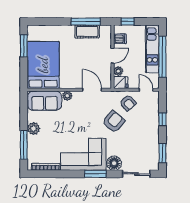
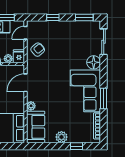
armchair: (114, 122) -> (55, 63), removed
window: (24, 145) -> (77, 146), width x0.46
window: (95, 174) -> (104, 98), moved

